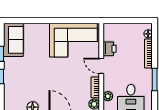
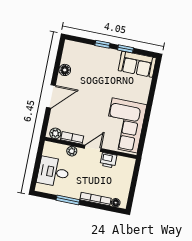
plant: (108, 96) -> (72, 151), moved

